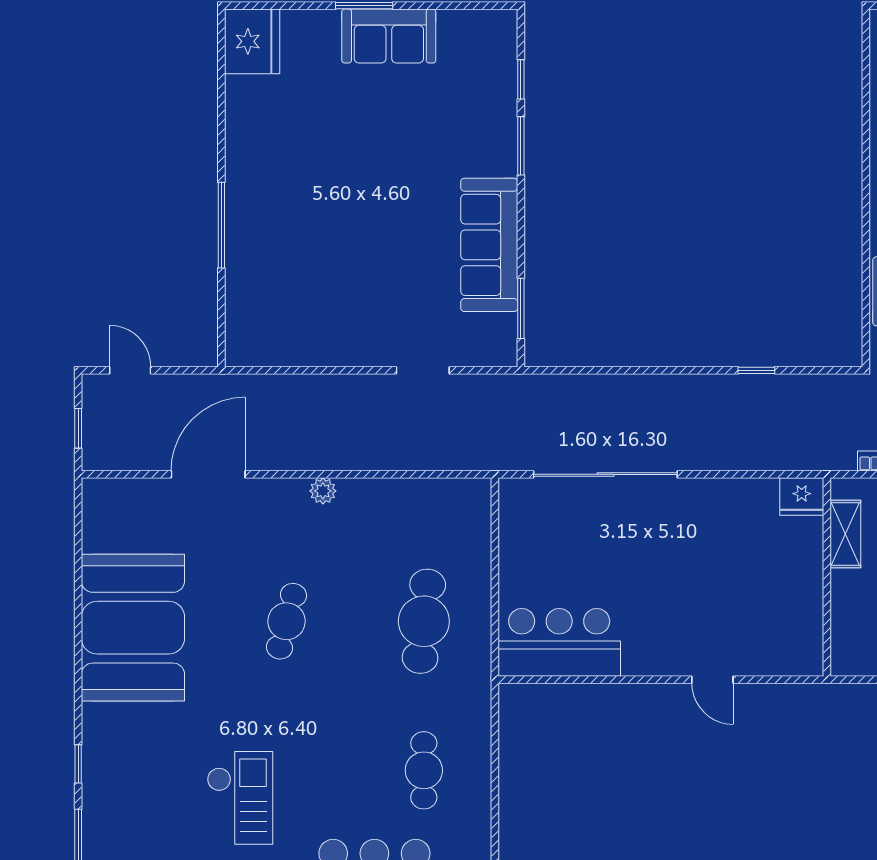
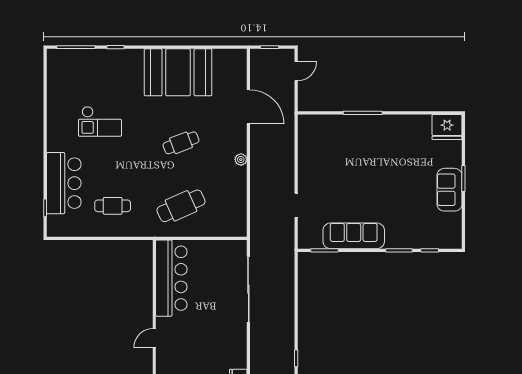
cafe table: (286, 621) -> (181, 143), turned -36
cafe table: (424, 621) -> (181, 206), turned -30
bar counter: (559, 642) -> (171, 278), width x1.36

